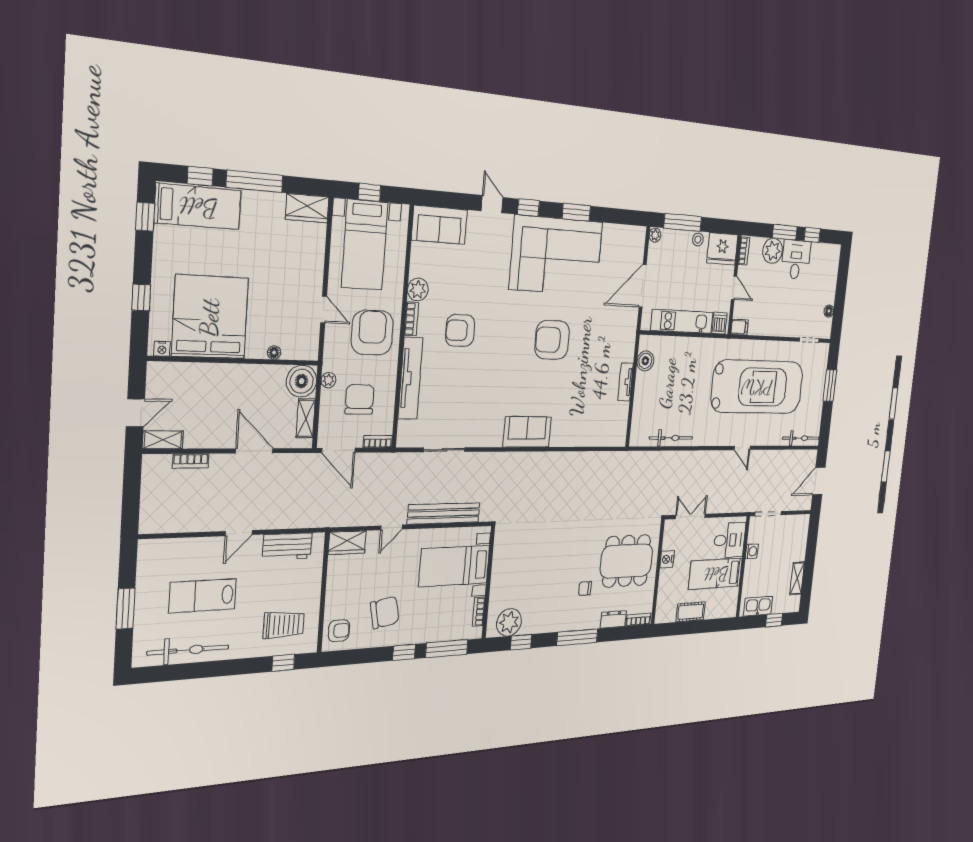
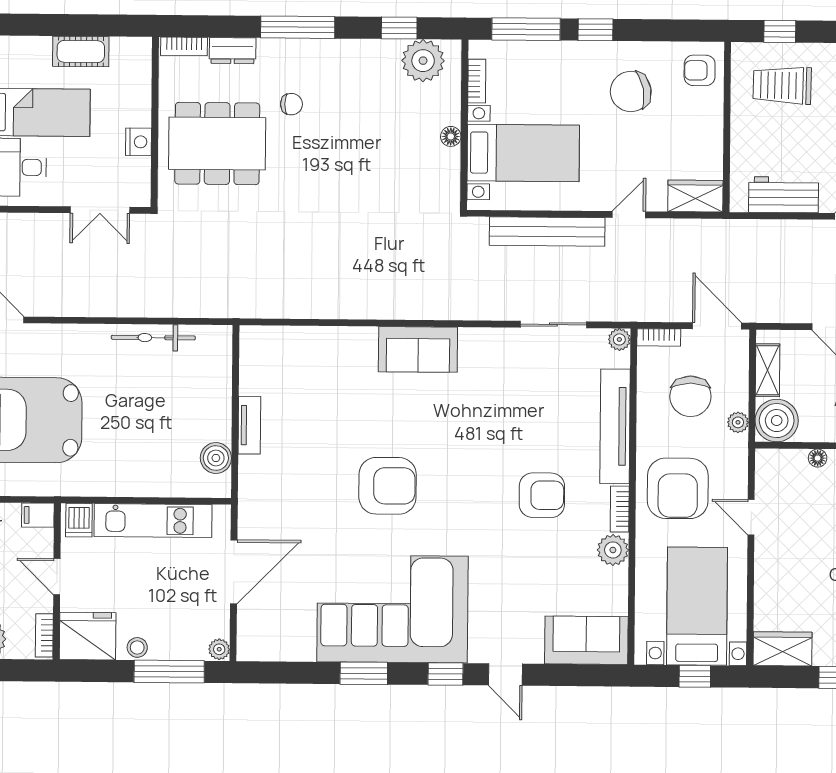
plant: (403, 440) -> (619, 339), added
floor lamp: (497, 574) -> (451, 136), added

